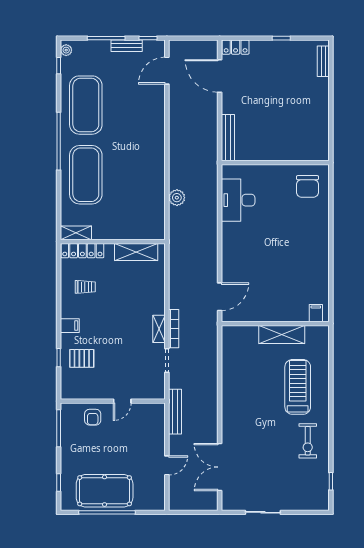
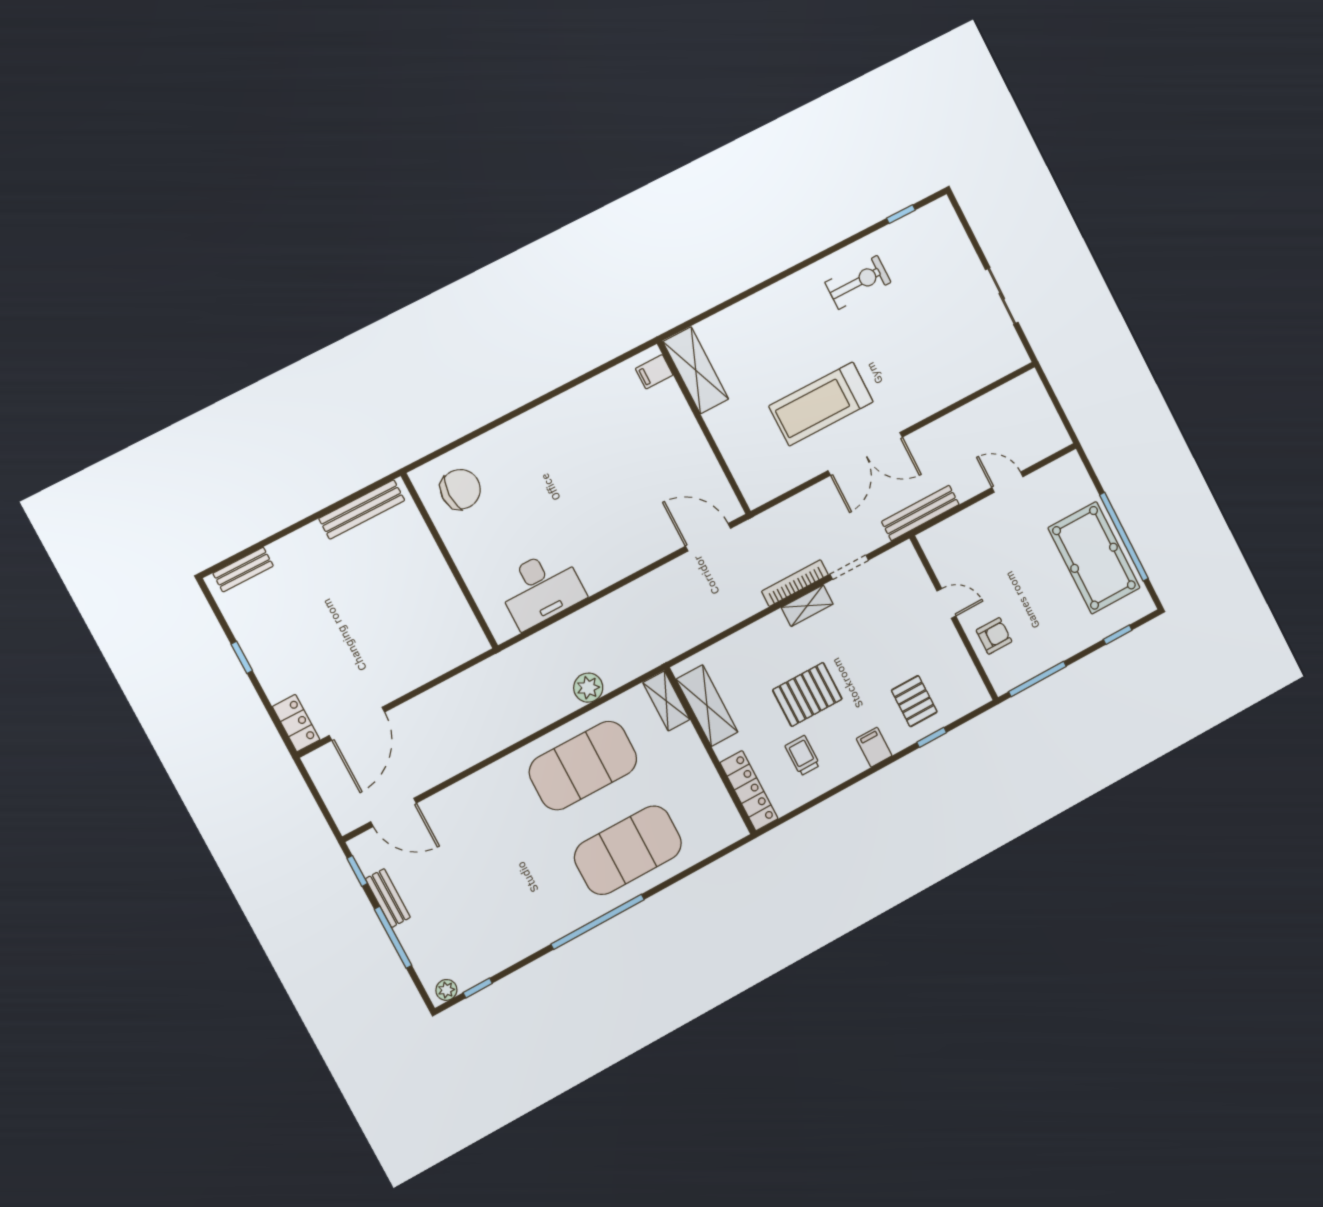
exercise mat: (86, 105) -> (583, 765), moved
bench: (228, 138) -> (362, 509), moved
shelving: (76, 233) -> (666, 701), moved
pallet: (114, 305) -> (807, 694), added
shelving: (282, 334) -> (696, 370), moved
treadmill: (298, 387) -> (821, 404), moved
double door: (220, 467) -> (865, 454), moved

